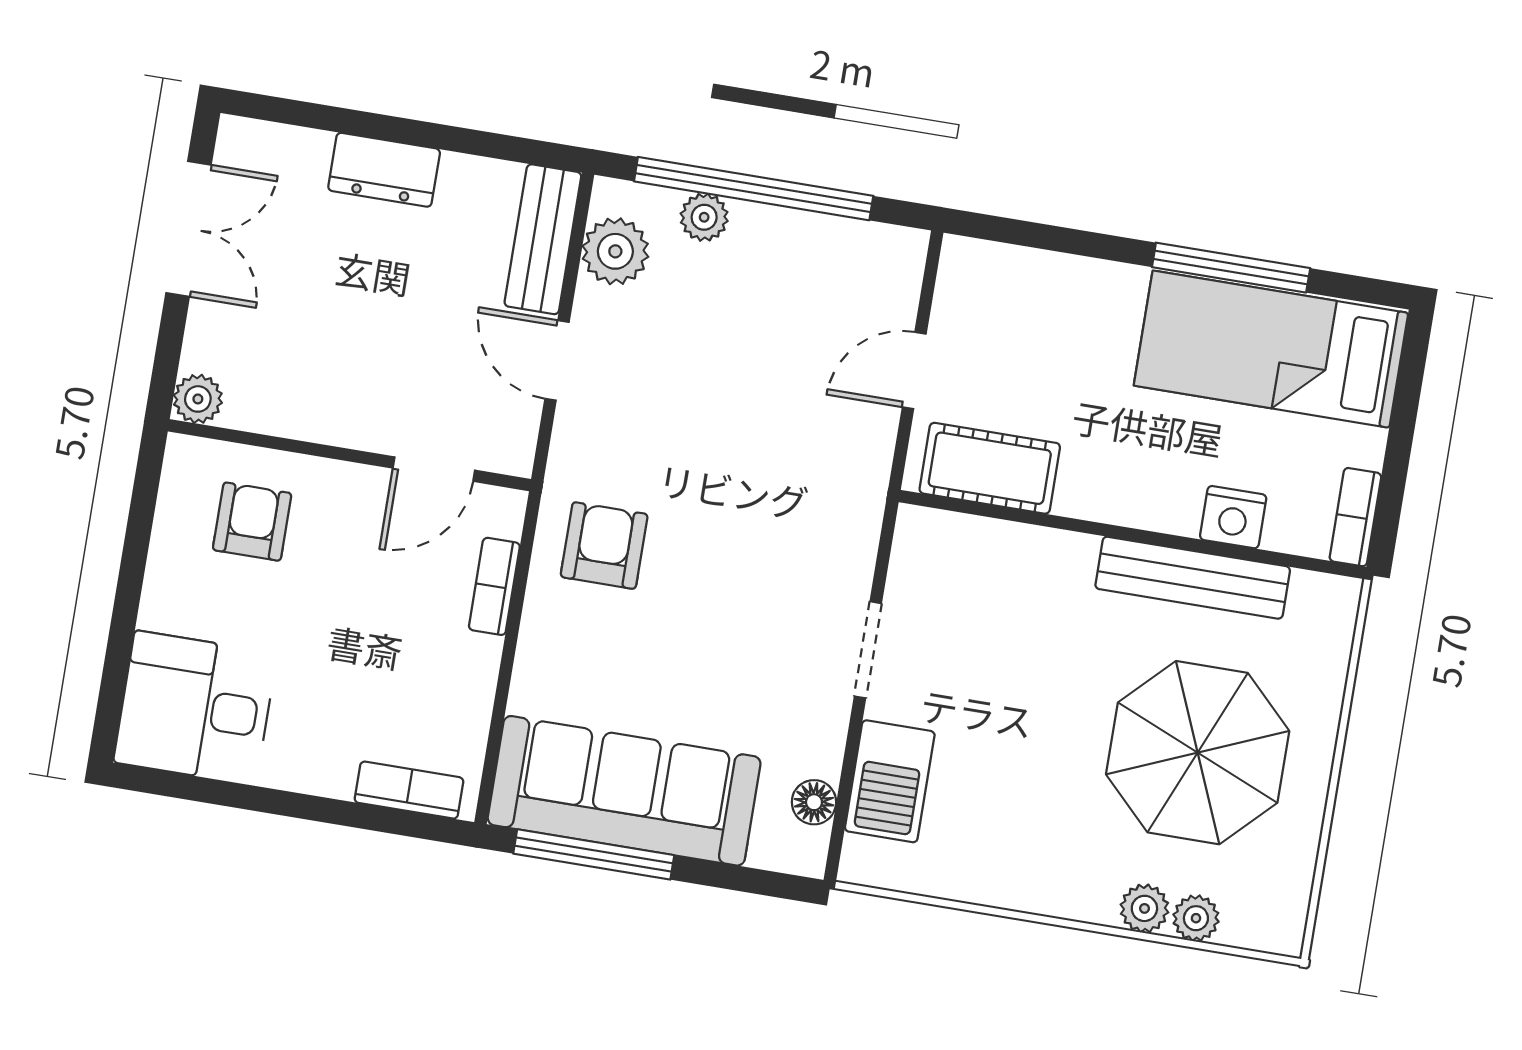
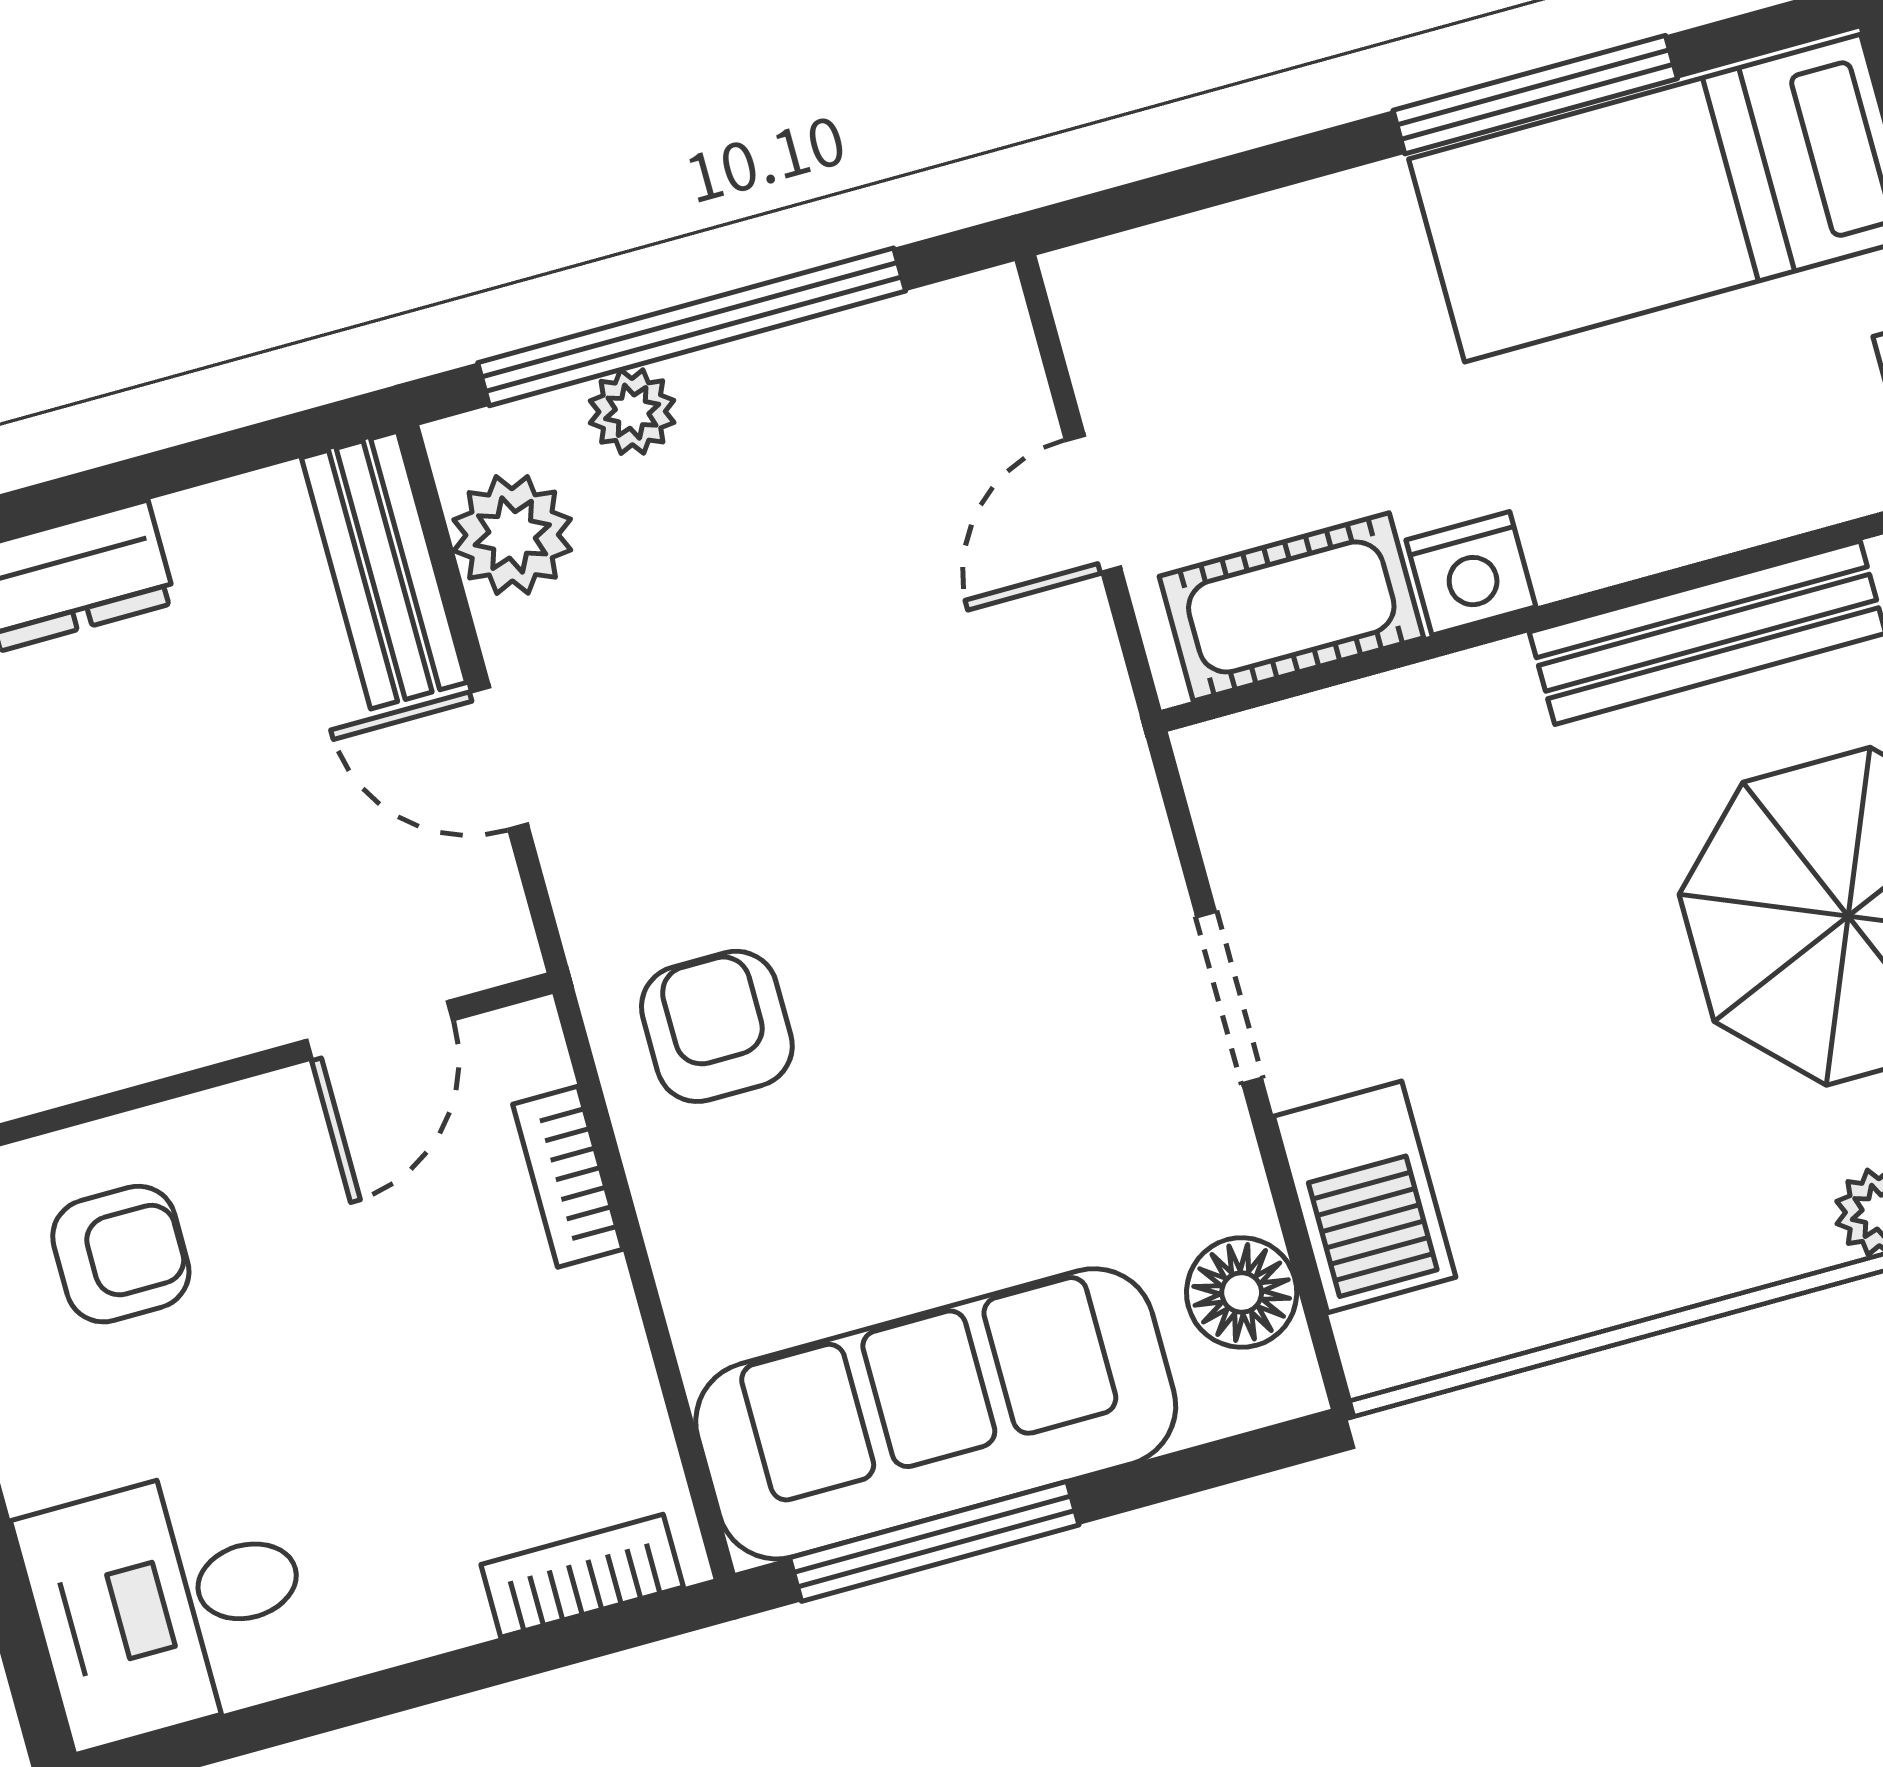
nightstand: (1233, 517) -> (1471, 573), moved
armchair: (252, 522) -> (121, 1254), turned 90
floor lamp: (814, 802) -> (1242, 1292), width x1.37, depth x1.37

